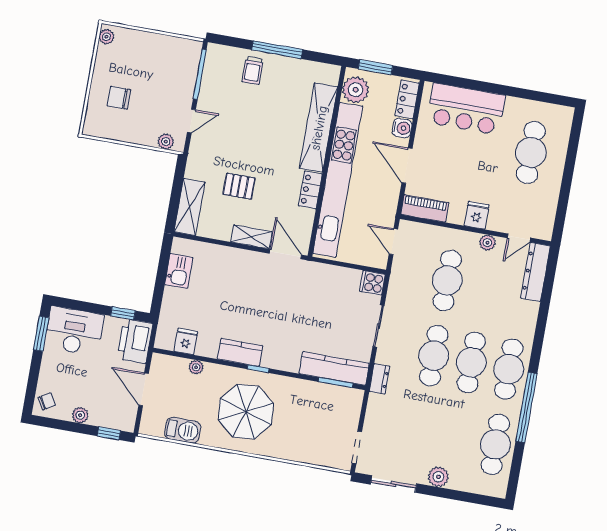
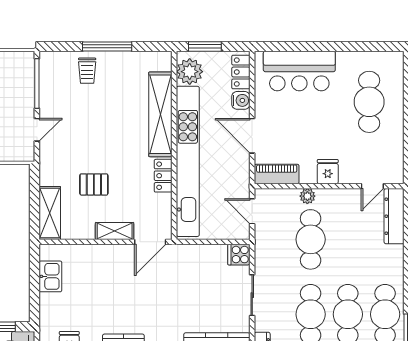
plant: (166, 142) -> (16, 154), removed
plant: (487, 243) -> (307, 196), moved
door: (285, 254) -> (150, 242), swing flipped

